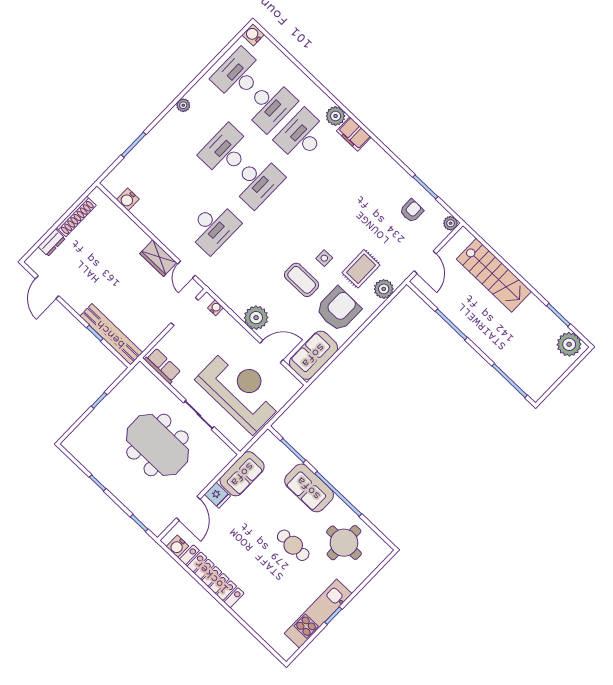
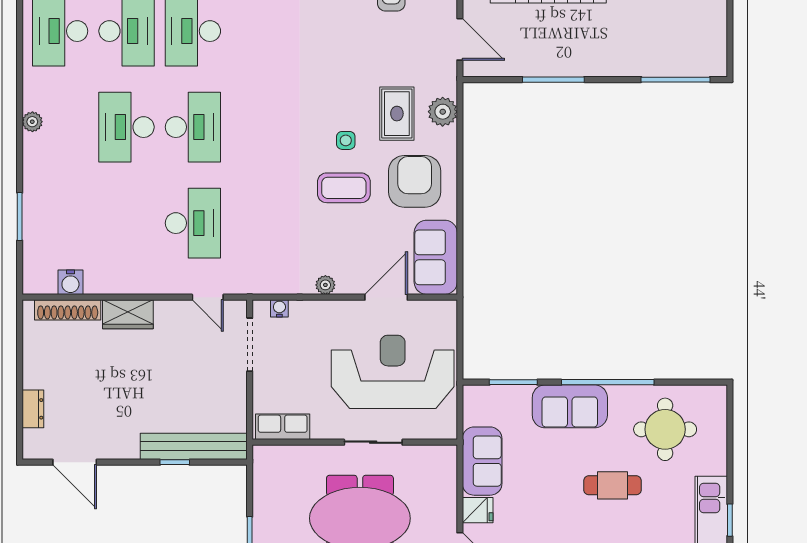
shoe rack: (76, 216) -> (68, 310), moved, turned 90
wardrobe: (158, 258) -> (128, 314), moved
plant: (256, 318) -> (325, 285), width x0.53, depth x0.53

